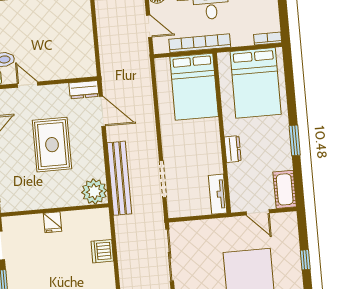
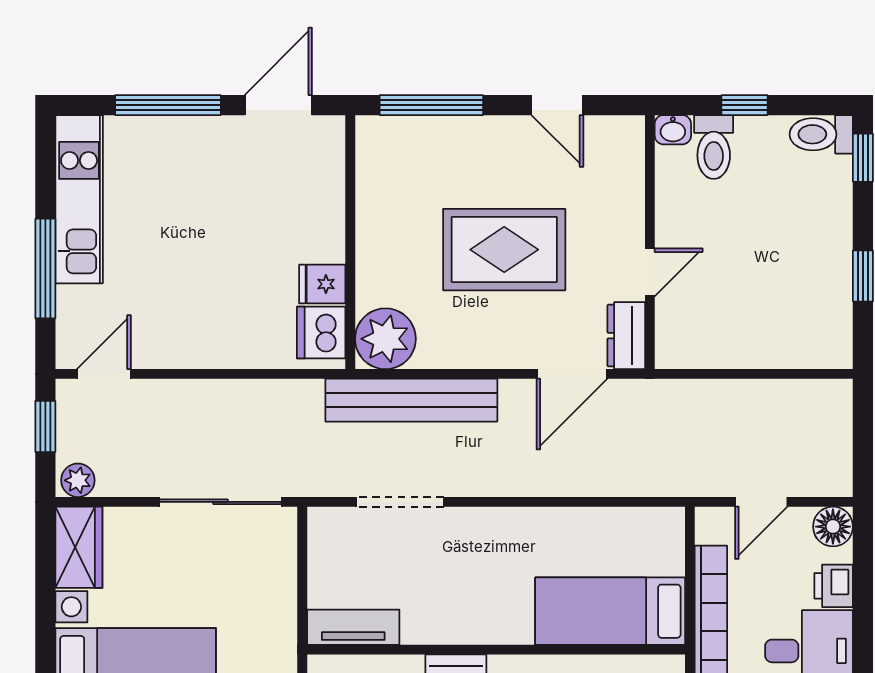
door: (27, 85) -> (650, 272), moved
bed: (194, 87) -> (610, 611), width x0.67
fridge: (53, 222) -> (322, 284), moved
dishwasher: (102, 251) -> (321, 333), moved, turned -90

